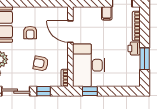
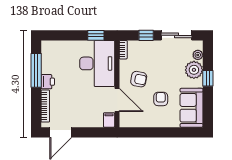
filing cabinet: (107, 13) -> (109, 120), moved
window: (145, 59) -> (36, 70), width x1.44
armchair: (41, 63) -> (139, 79), moved

